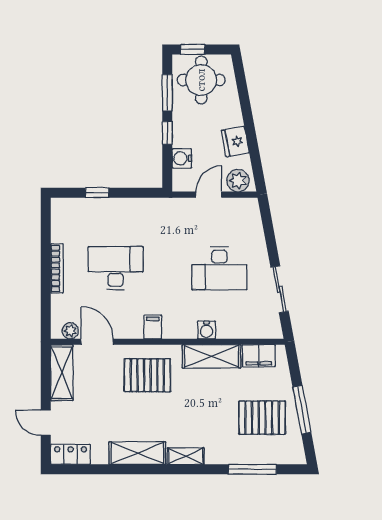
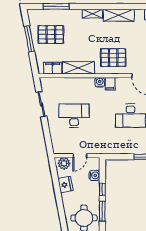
water cooler: (207, 330) -> (100, 82), moved

